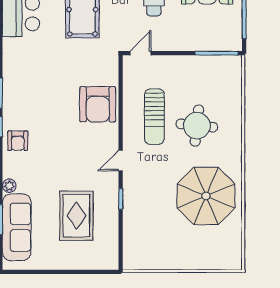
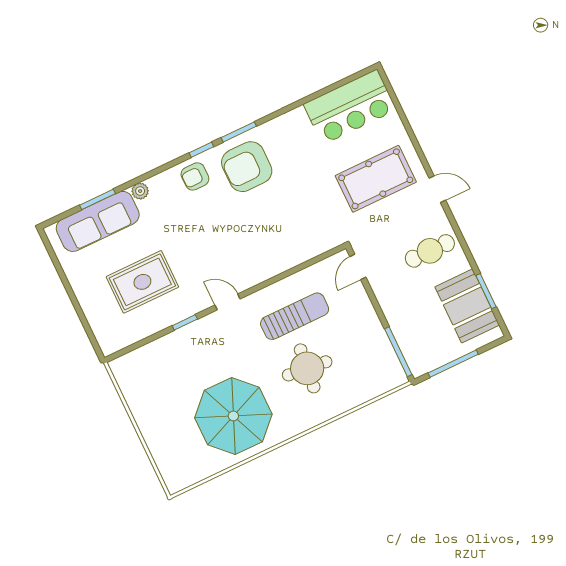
door: (140, 53) -> (358, 267), swing flipped
armchair: (98, 104) -> (247, 167), moved
sun lounger: (154, 117) -> (295, 316), turned 180

